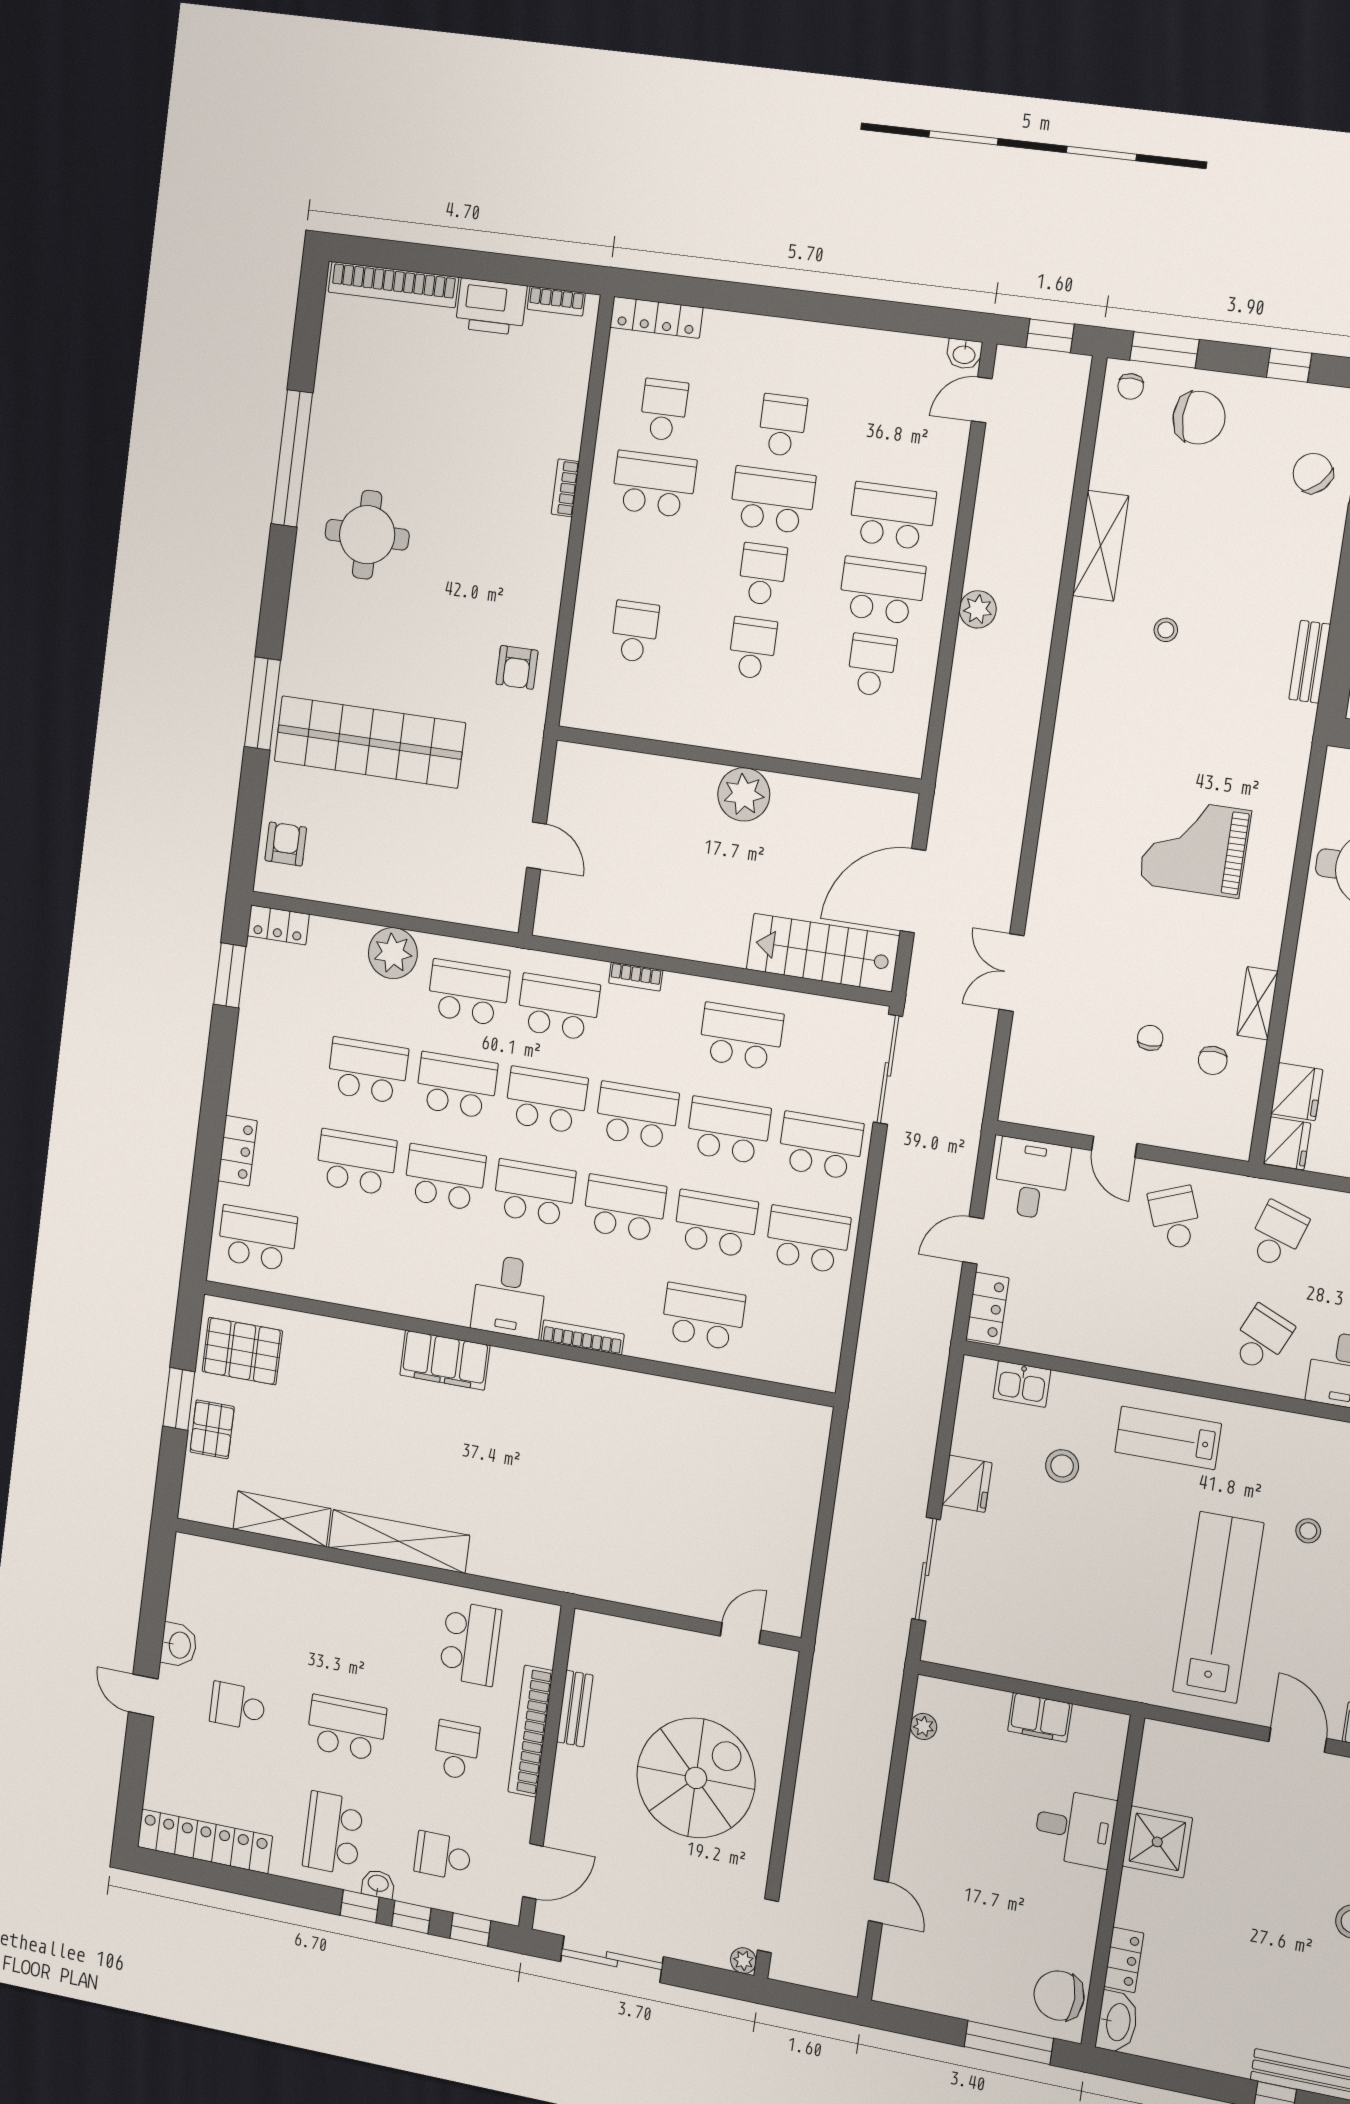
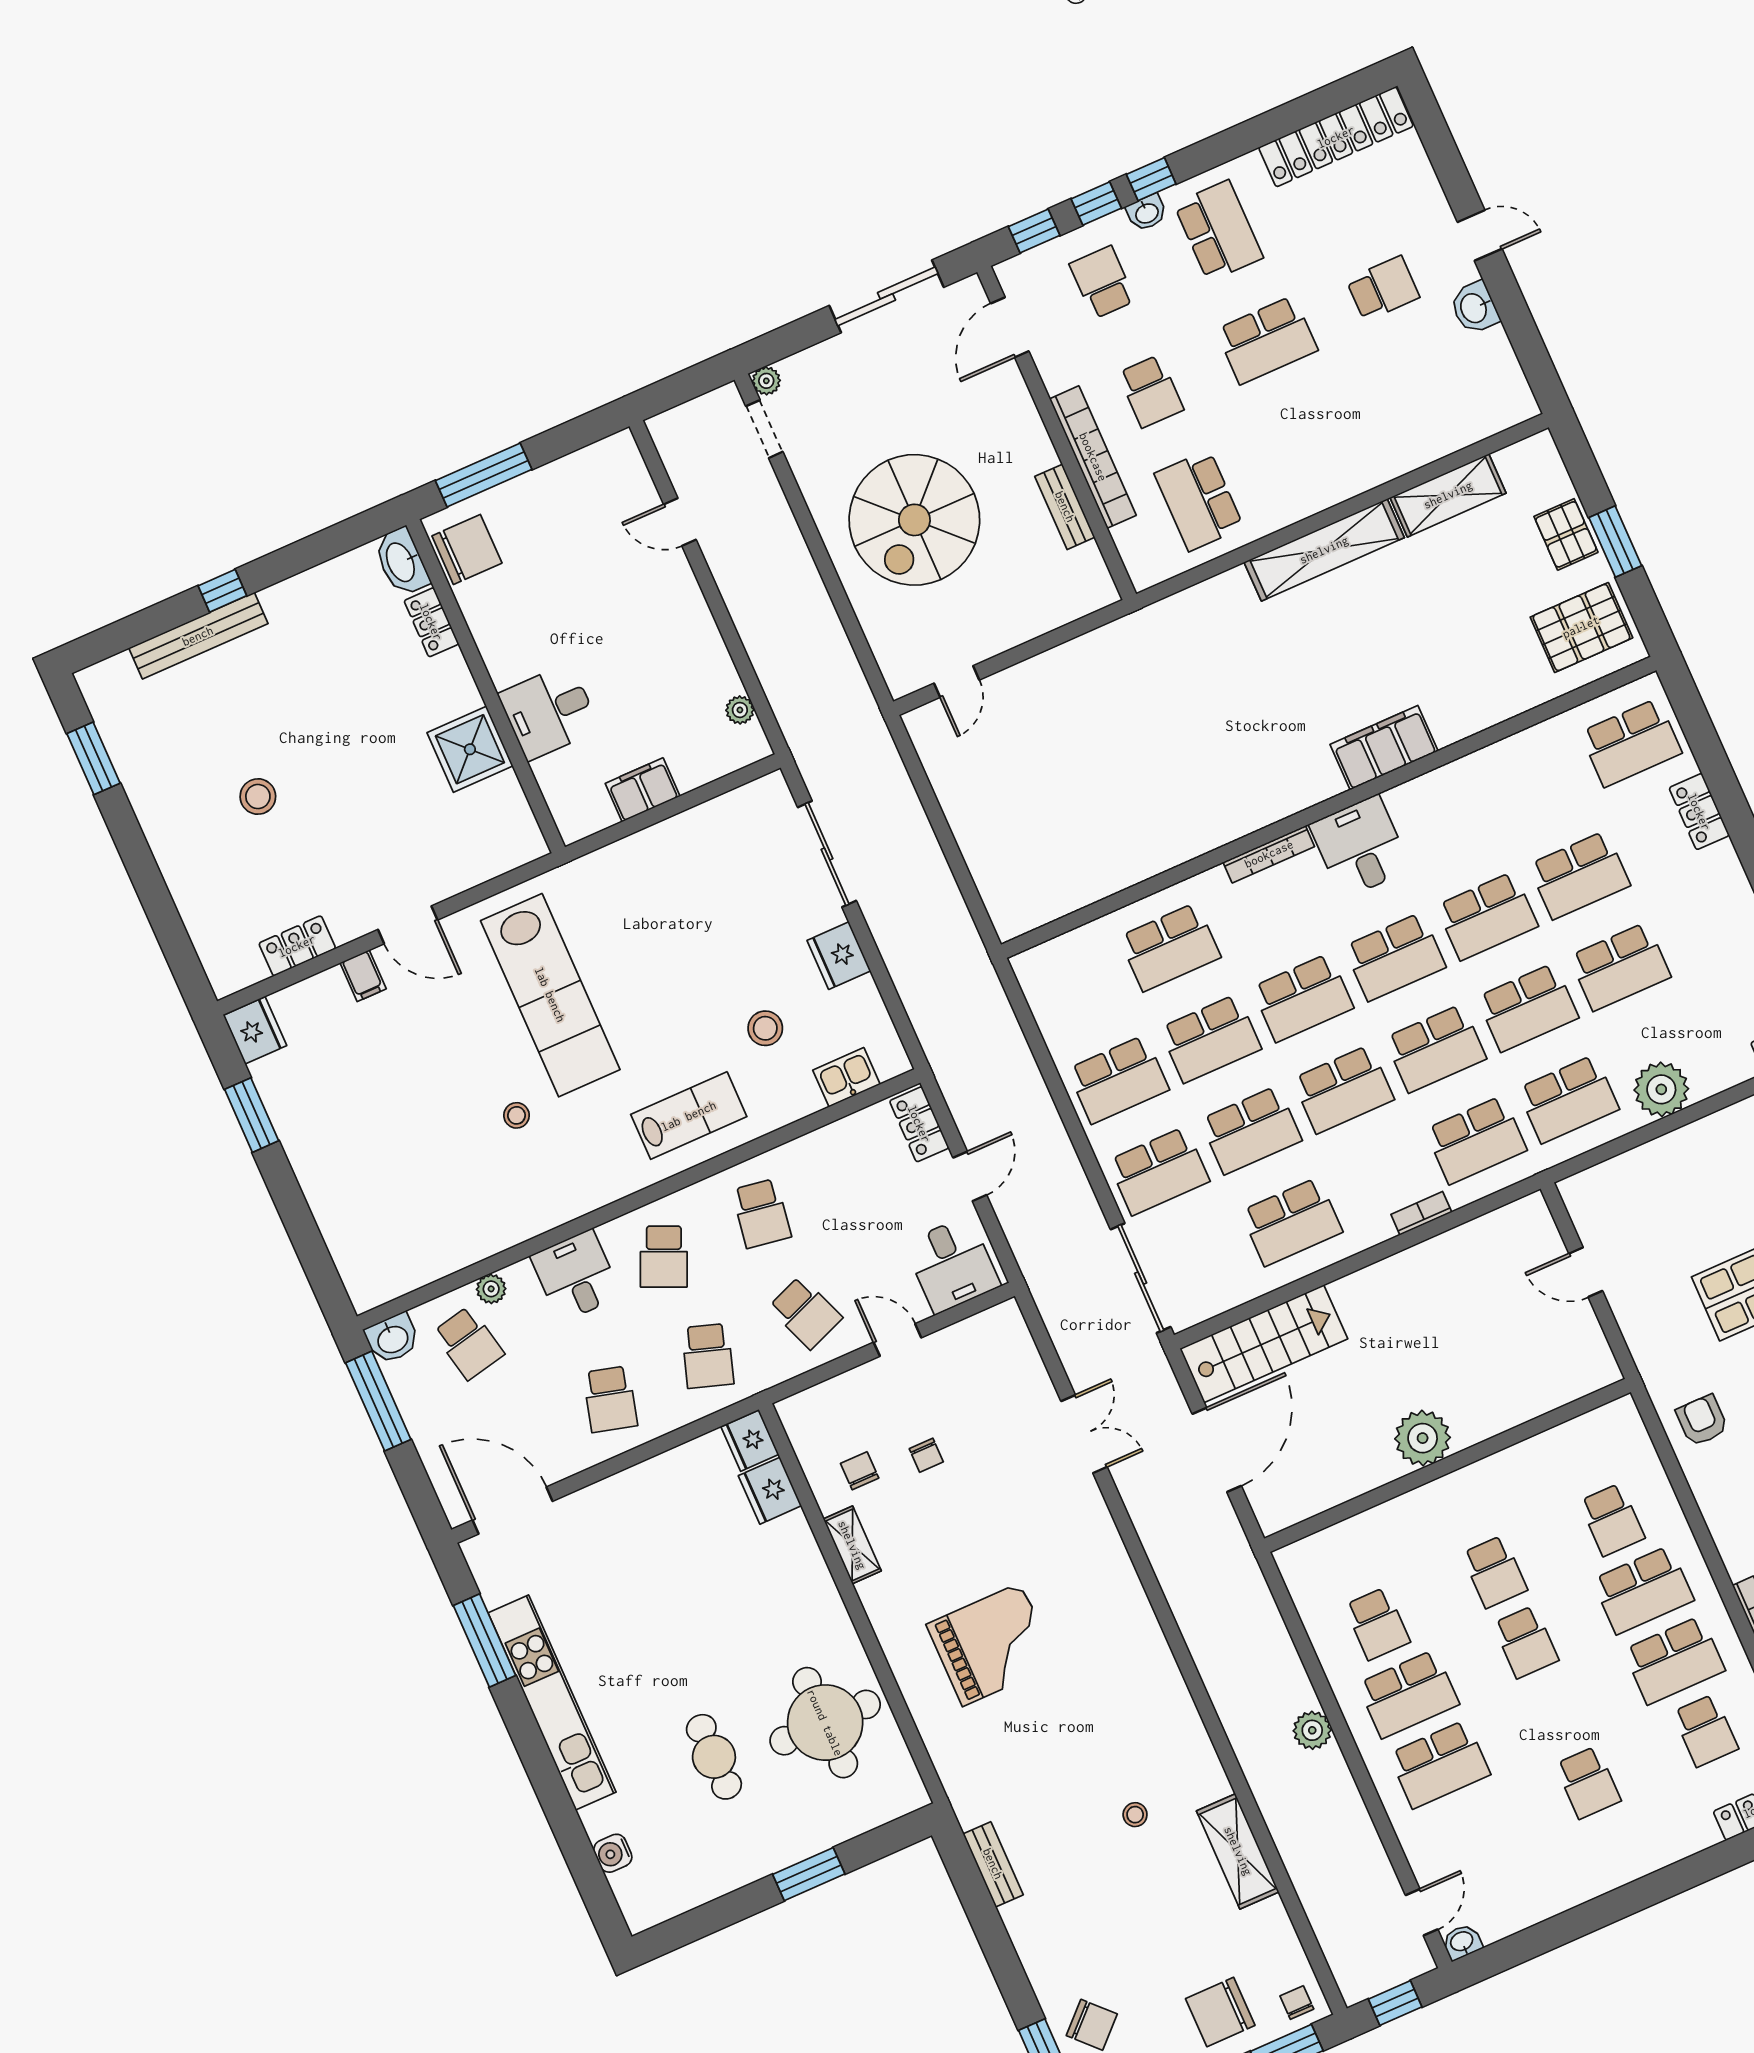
school desk: (772, 500) -> (1643, 1590), moved
school desk: (1160, 1321) -> (761, 1213), added
school desk: (443, 1856) -> (1102, 282), turned -90

